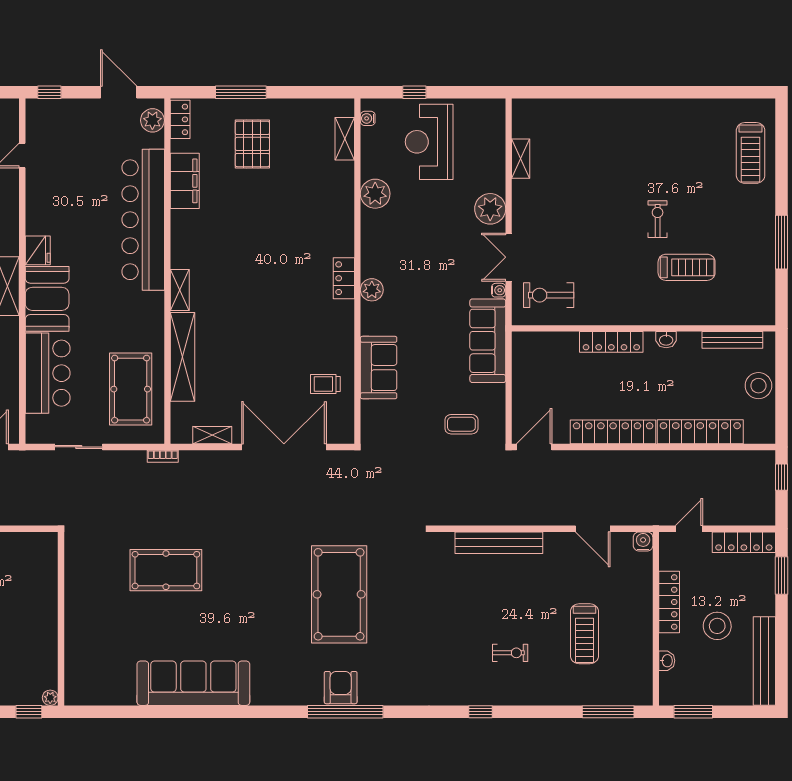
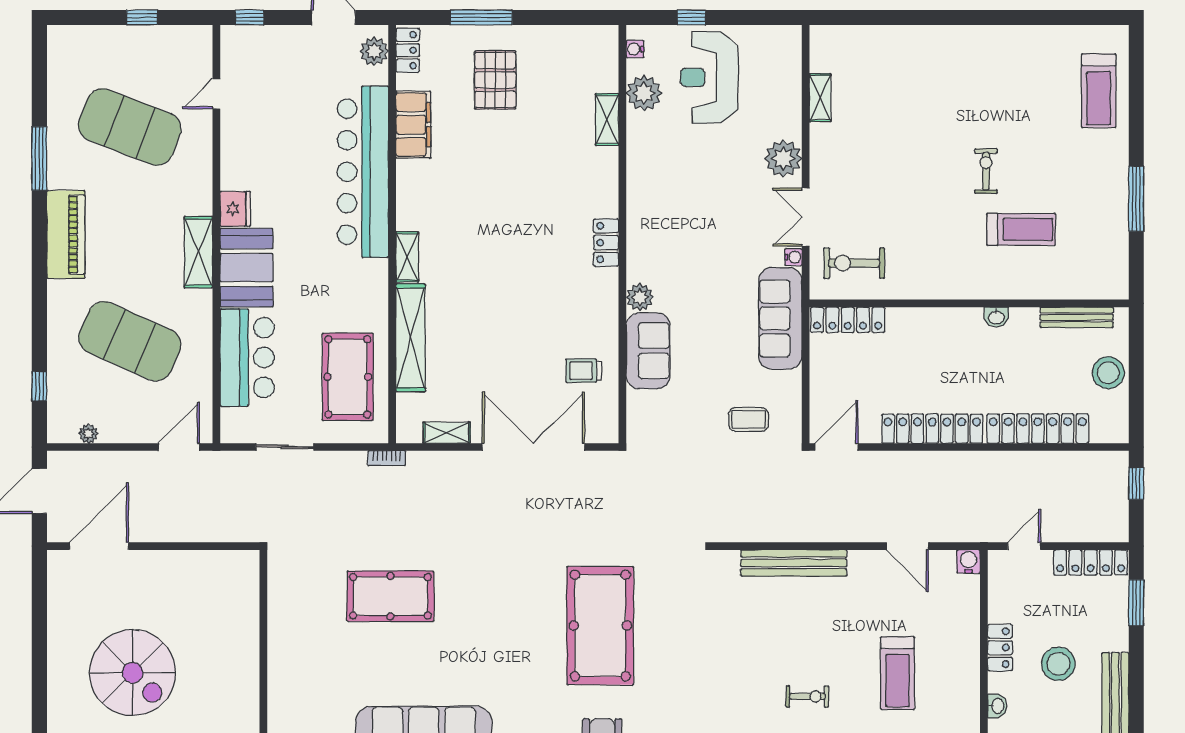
shelving: (345, 139) -> (607, 120), moved
plant: (375, 194) -> (644, 93), moved
plant: (372, 290) -> (640, 297), moved
locker: (611, 342) -> (848, 320), moved
locker: (669, 602) -> (1000, 648), width x0.66

